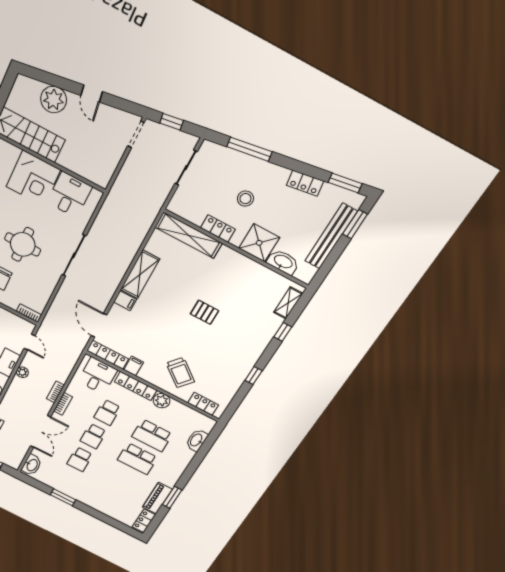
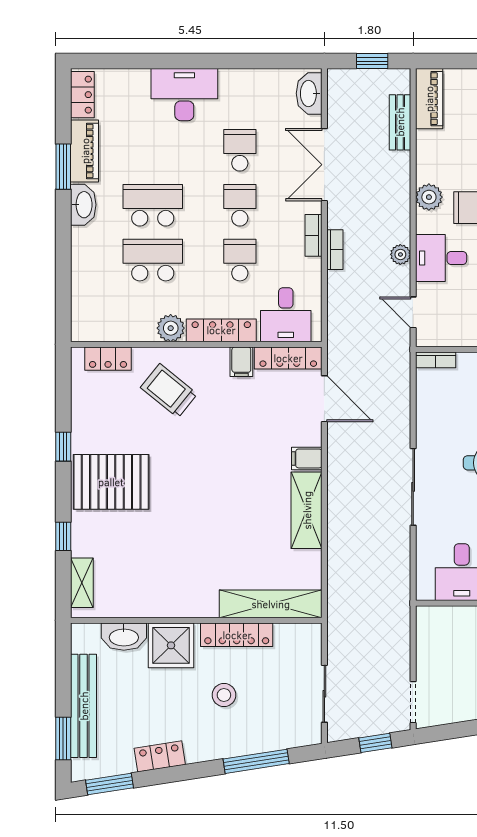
locker: (218, 229) -> (237, 635), width x1.53
pallet: (204, 312) -> (111, 482), moved, width x2.05, depth x2.00
washbasin: (197, 440) -> (83, 205), moved
desk: (94, 496) -> (184, 95), added
window: (63, 497) -> (231, 61), removed

